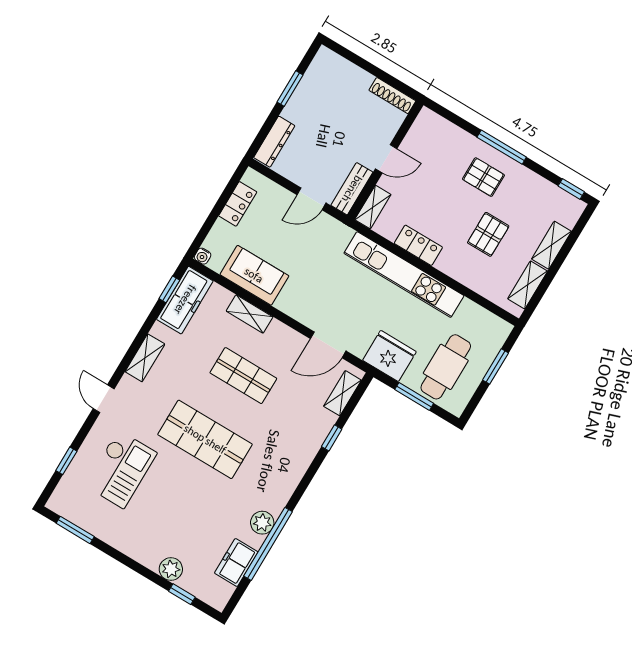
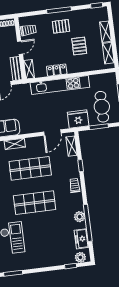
trolley: (424, 140) -> (28, 30), added
shop shelf: (243, 376) -> (30, 168), width x1.43, depth x1.36
trolley: (295, 464) -> (75, 186), added
plant: (171, 569) -> (80, 257), moved

